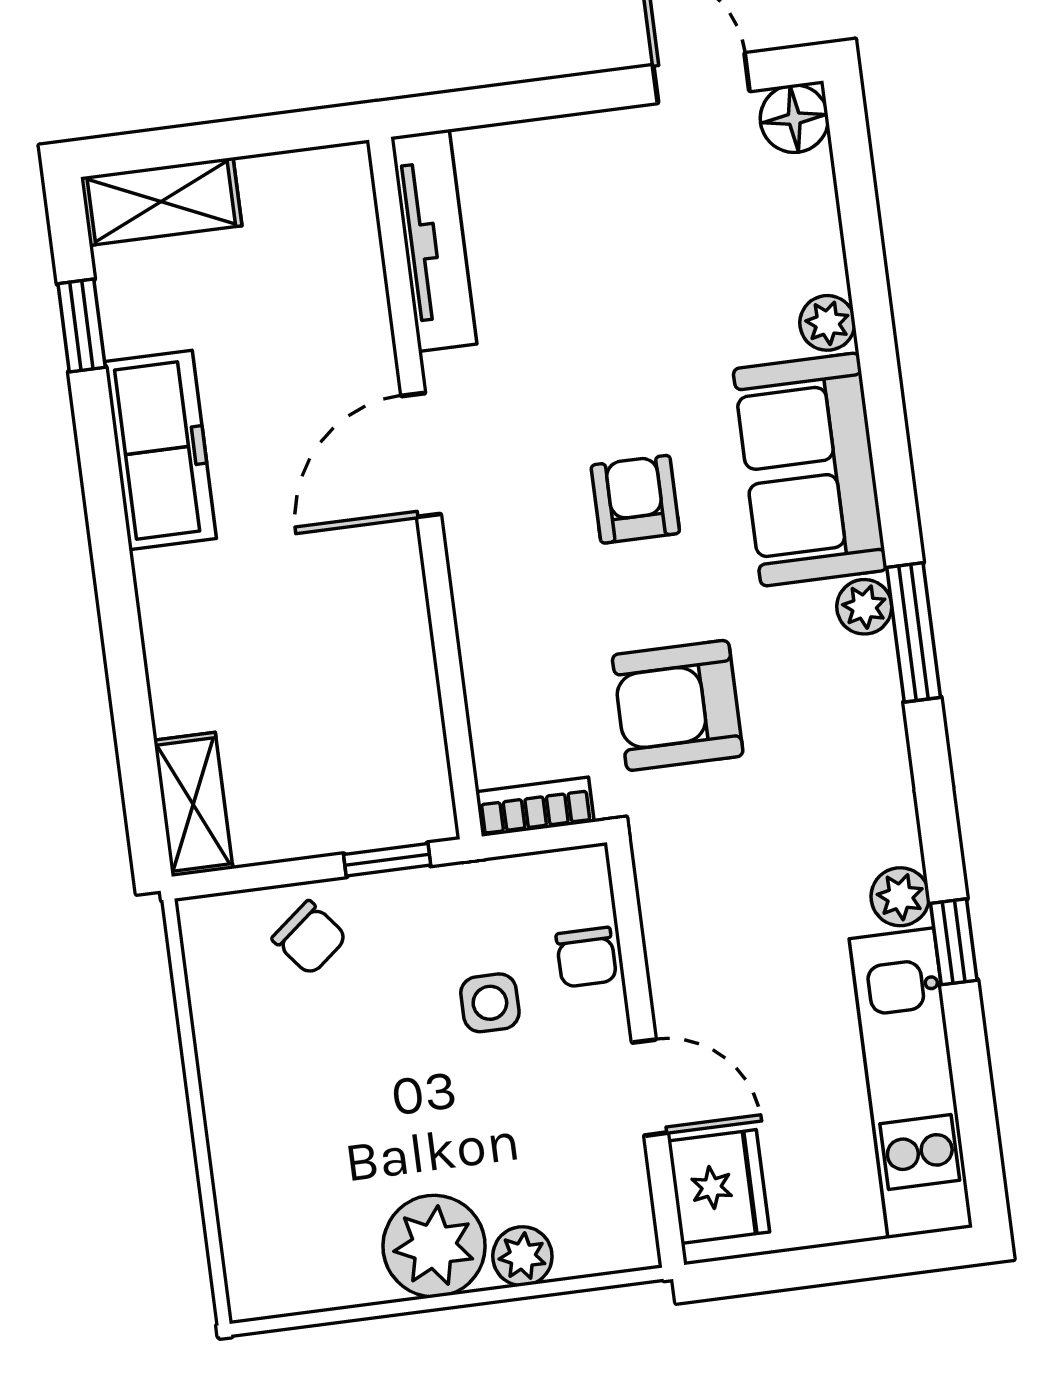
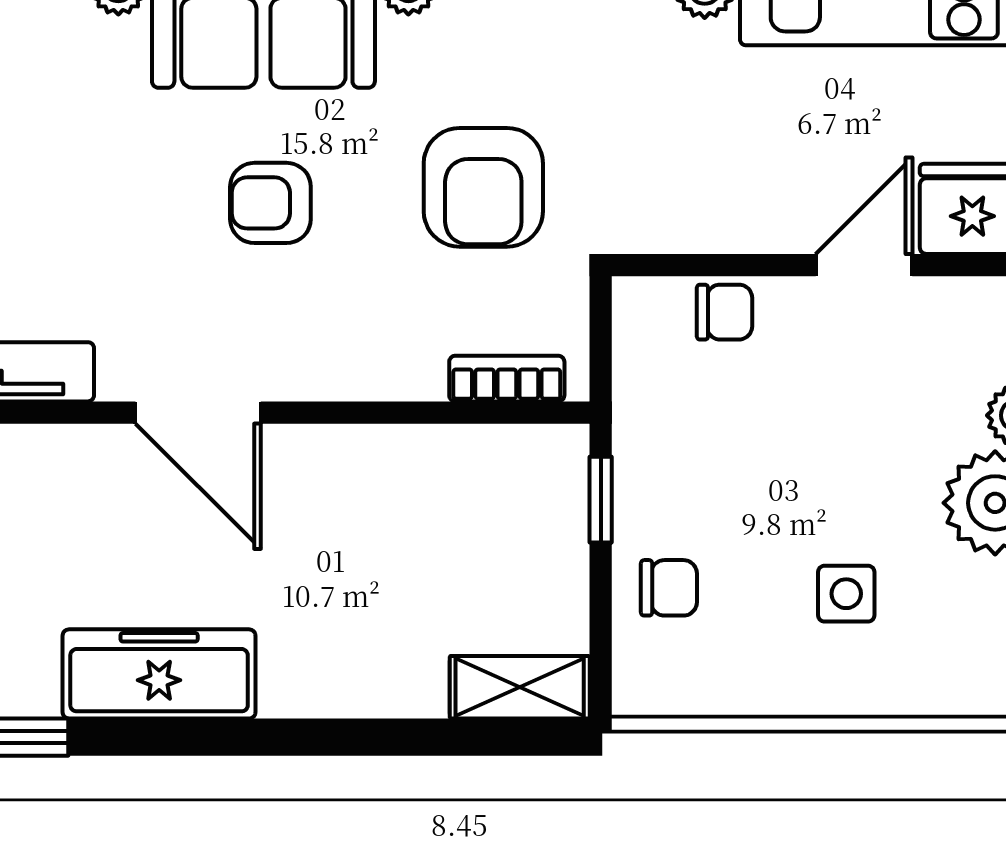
bookcase: (535, 807) -> (507, 379), moved, turned 90
chair: (309, 938) -> (669, 588), turned 39
side table: (490, 1003) -> (846, 594), moved

